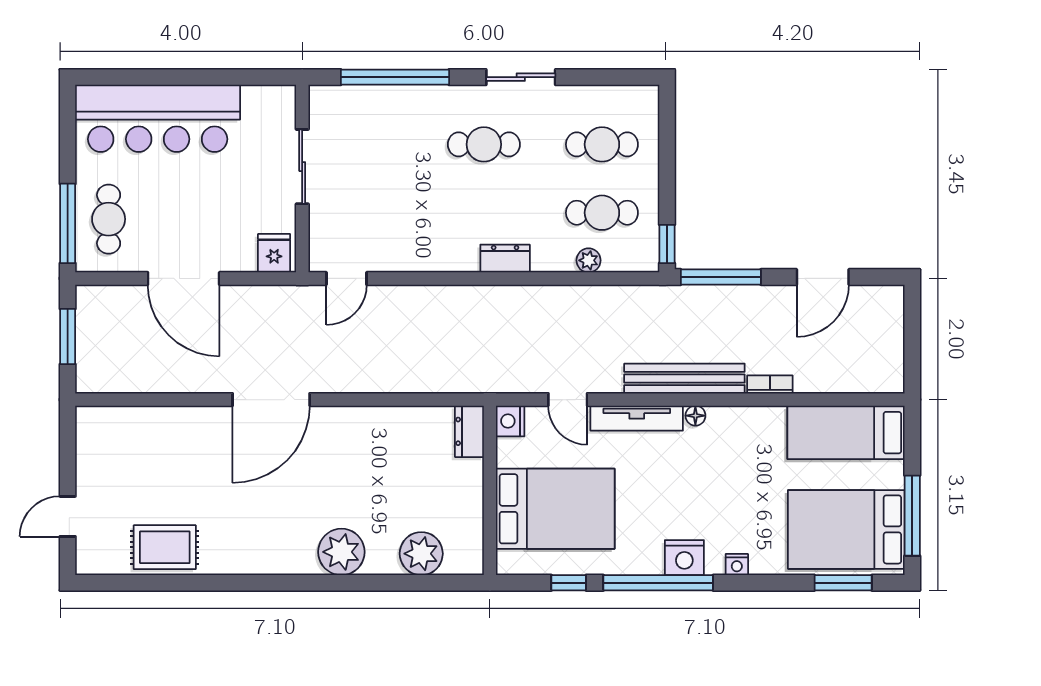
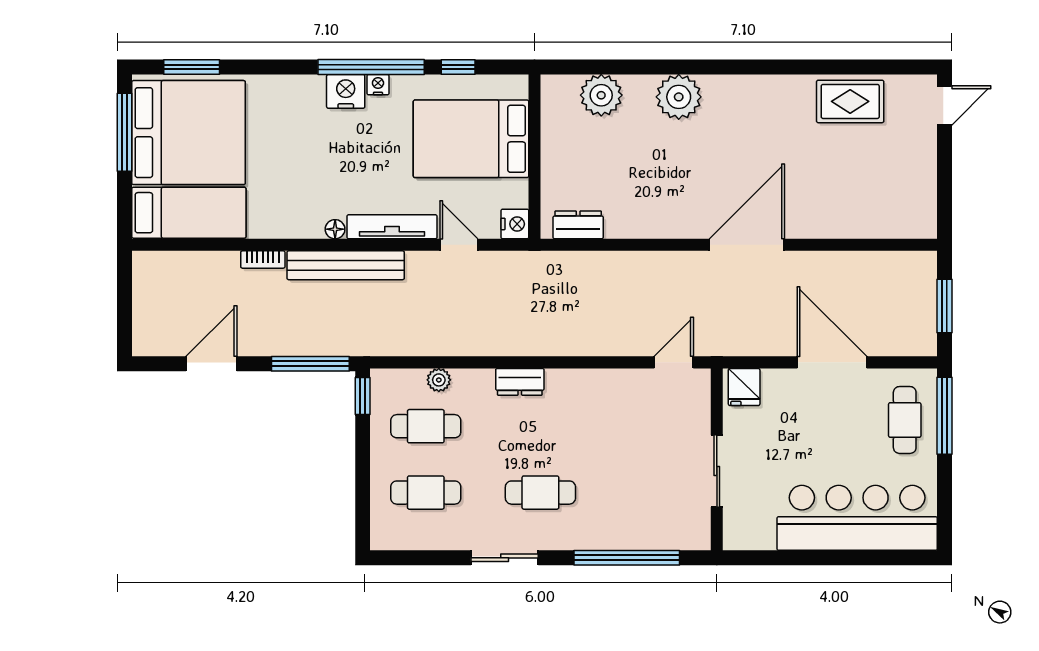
dresser: (469, 431) -> (578, 225), moved, turned -90
door: (68, 516) -> (945, 106), moved
bed: (846, 529) -> (189, 133), width x1.36
nightstand: (737, 565) -> (378, 85), moved

